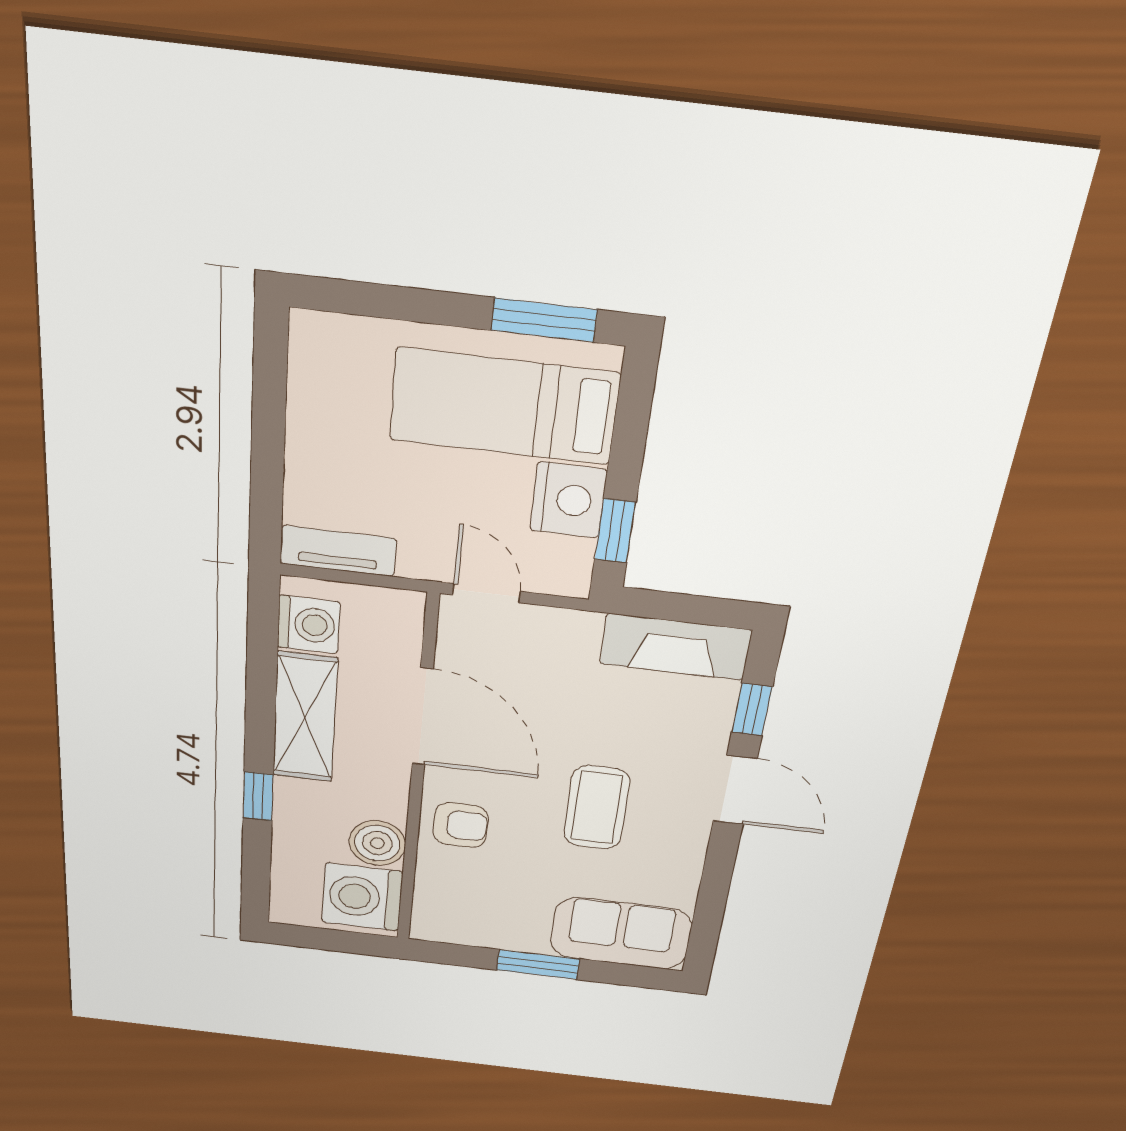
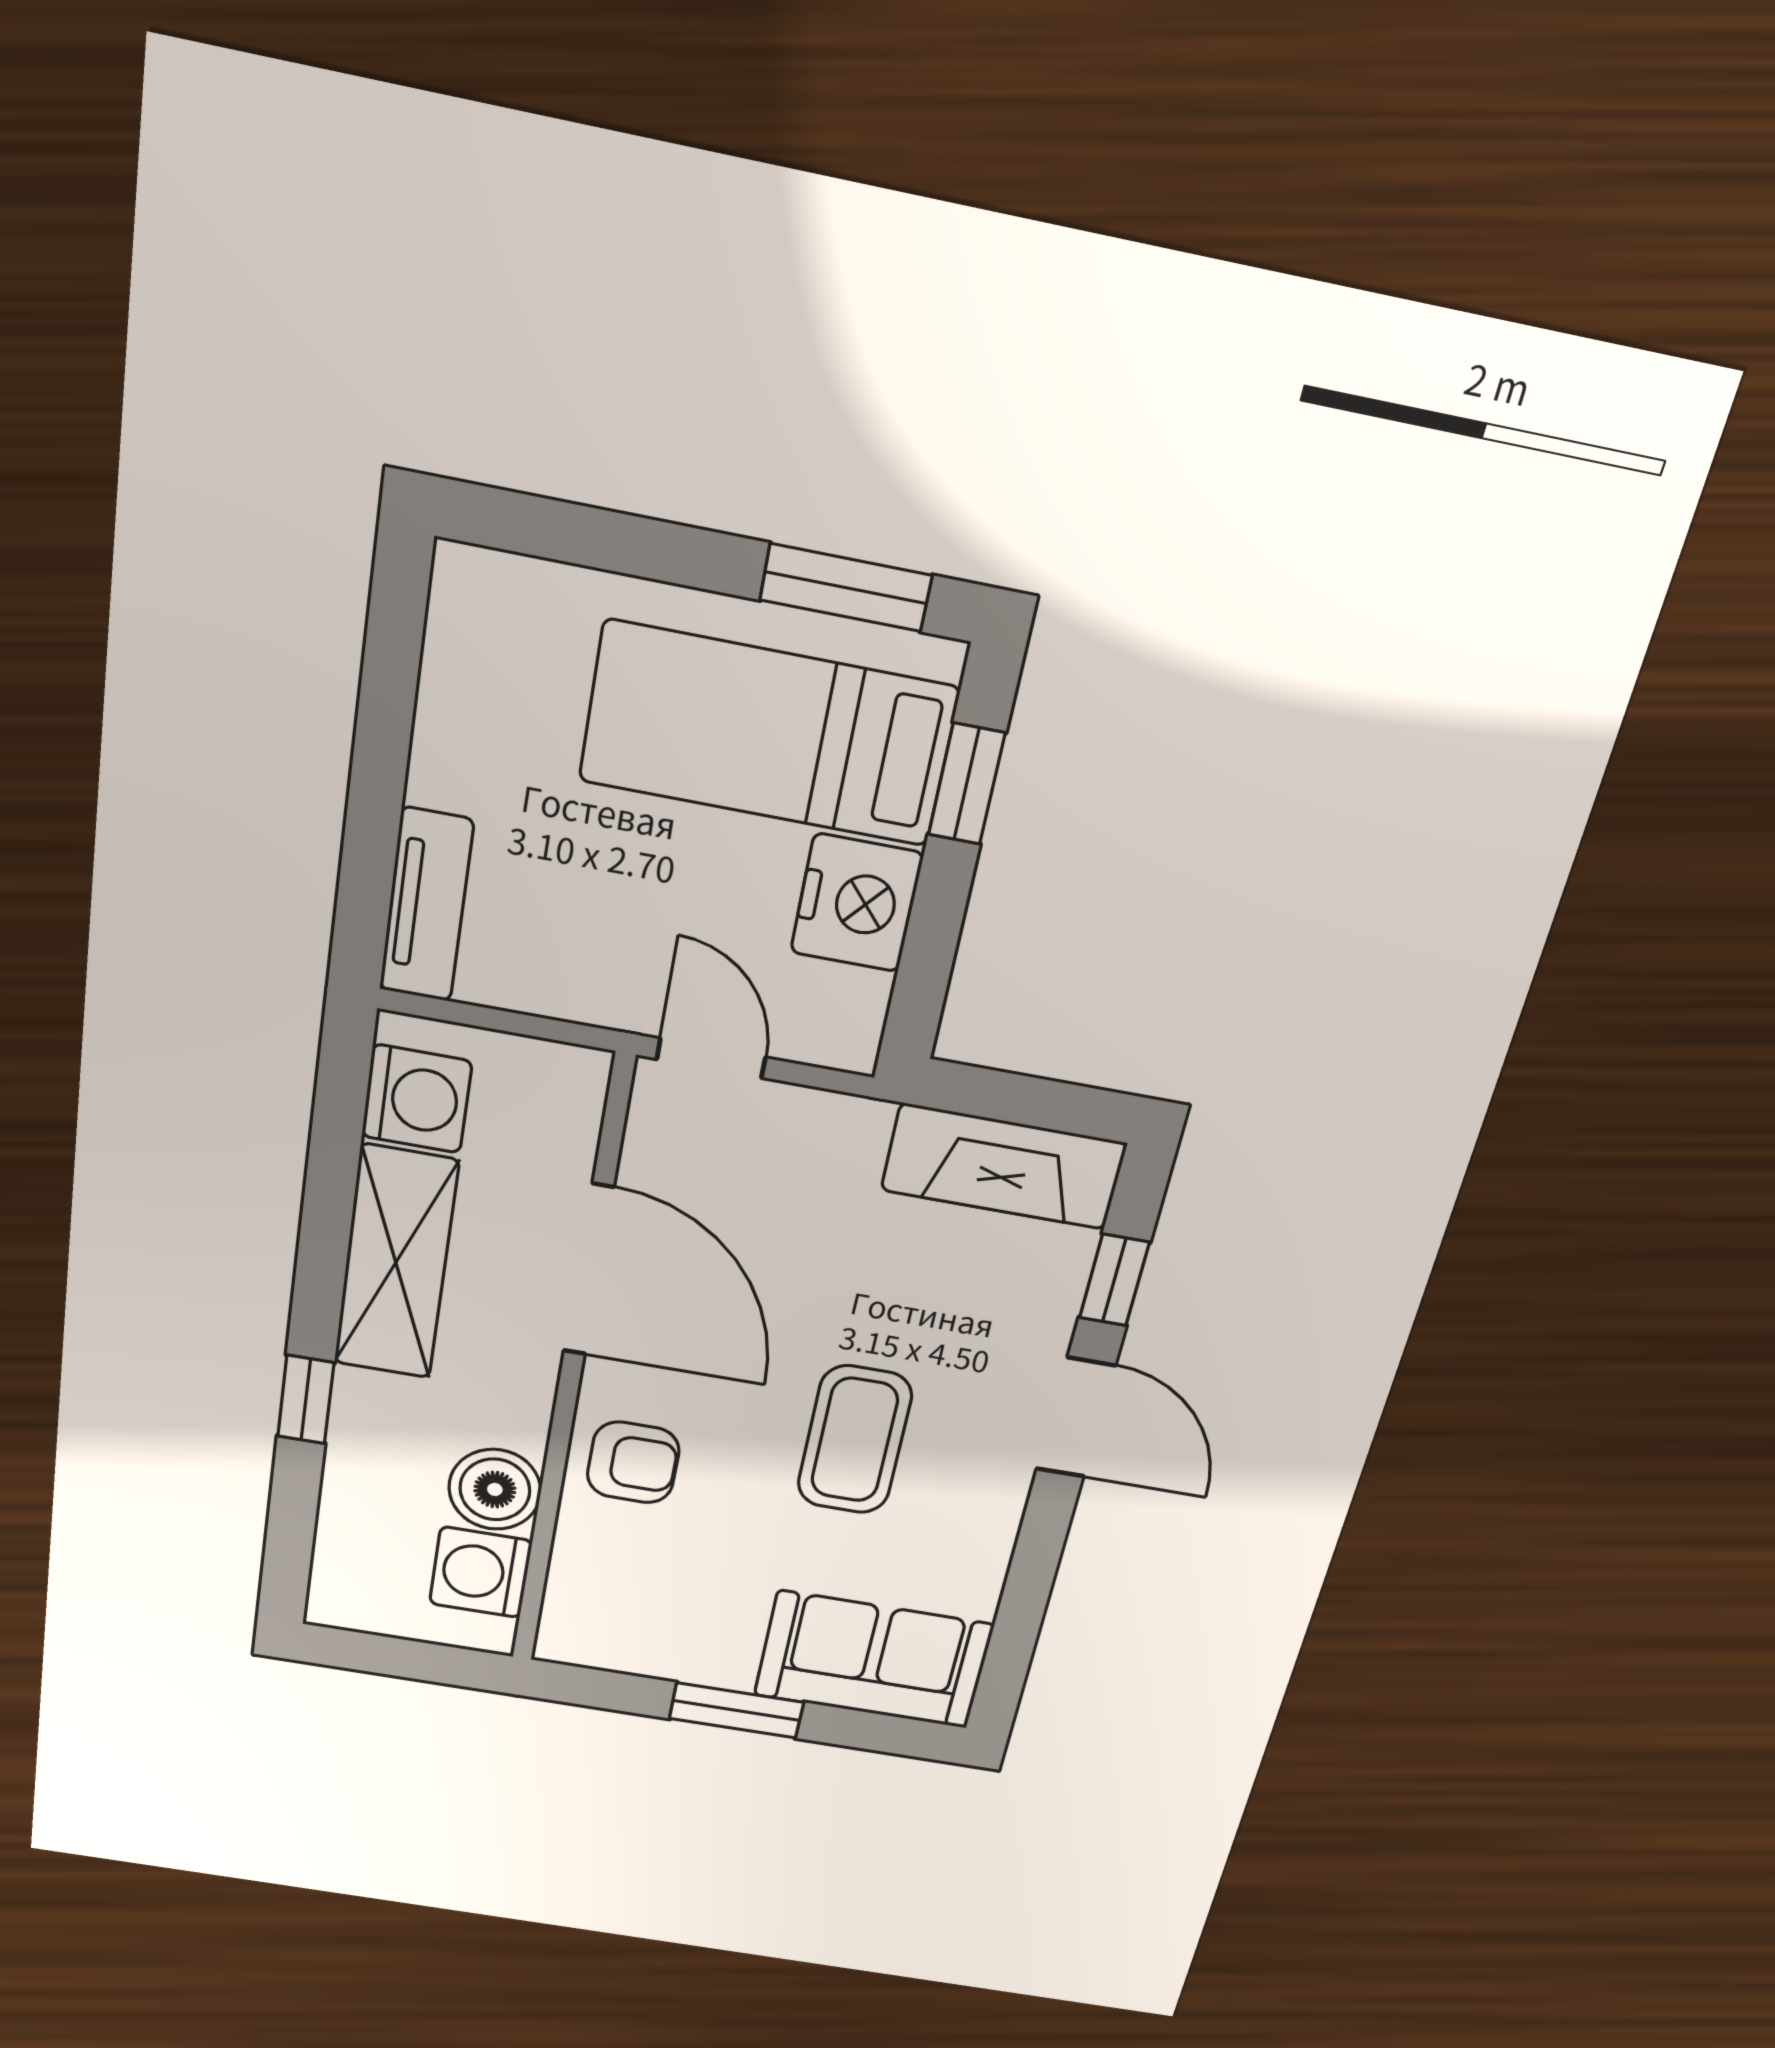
window: (615, 531) -> (967, 784), moved
tv unit: (338, 551) -> (426, 905), moved, turned 90
washing machine: (362, 897) -> (481, 1572), width x0.73, depth x0.73

